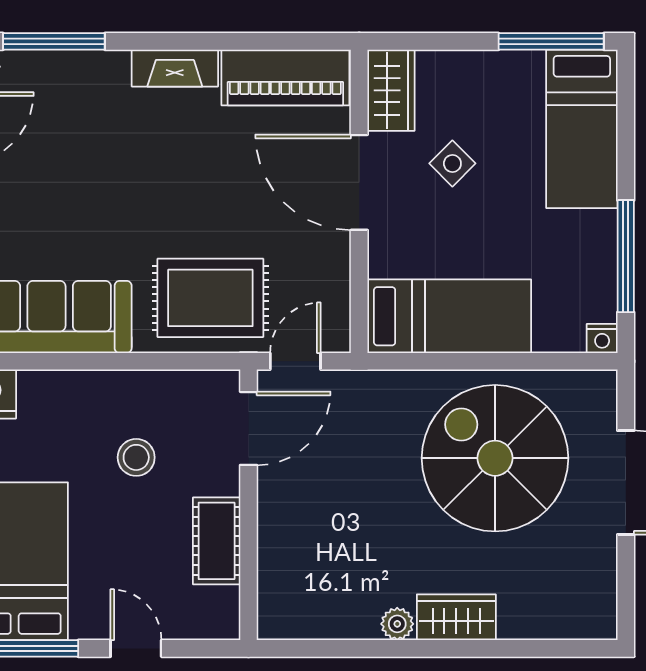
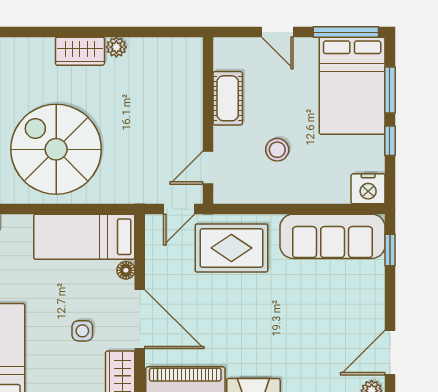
side table: (452, 163) -> (82, 331), turned 45
floor lamp: (382, 262) -> (126, 270), added
door: (248, 428) -> (208, 168), width x0.73
spiral stairs: (495, 458) -> (56, 149), turned 180

